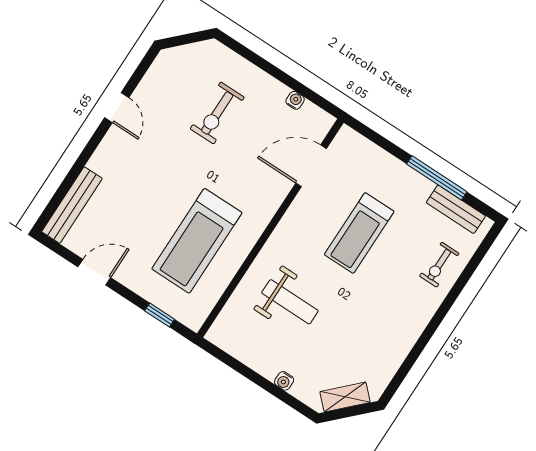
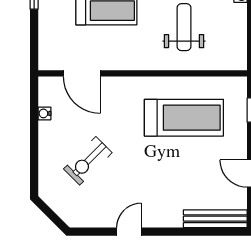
exercise bike: (217, 113) -> (88, 161), turned 135

